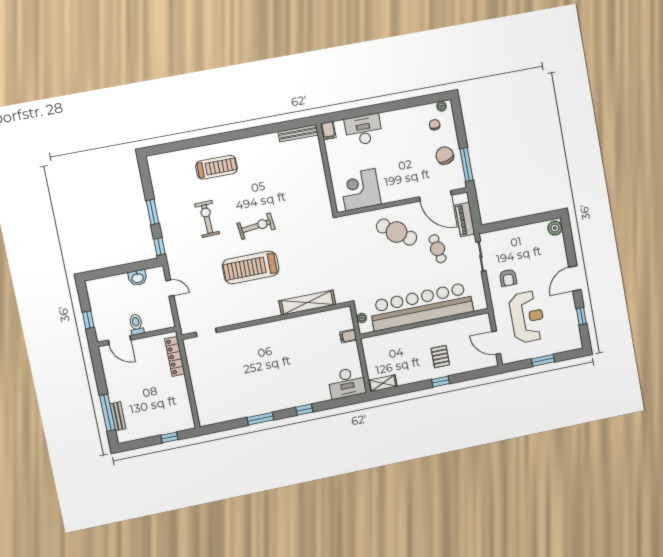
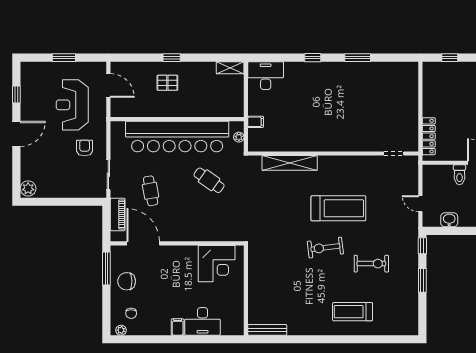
filing cabinet: (328, 131) -> (178, 327), moved
chair: (445, 156) -> (127, 281), turned 106
exercise bike: (207, 219) -> (371, 264), turned -88
cafe table: (397, 232) -> (209, 180), moved, width x0.73, depth x0.74
pallet: (440, 357) -> (167, 83), turned 90

